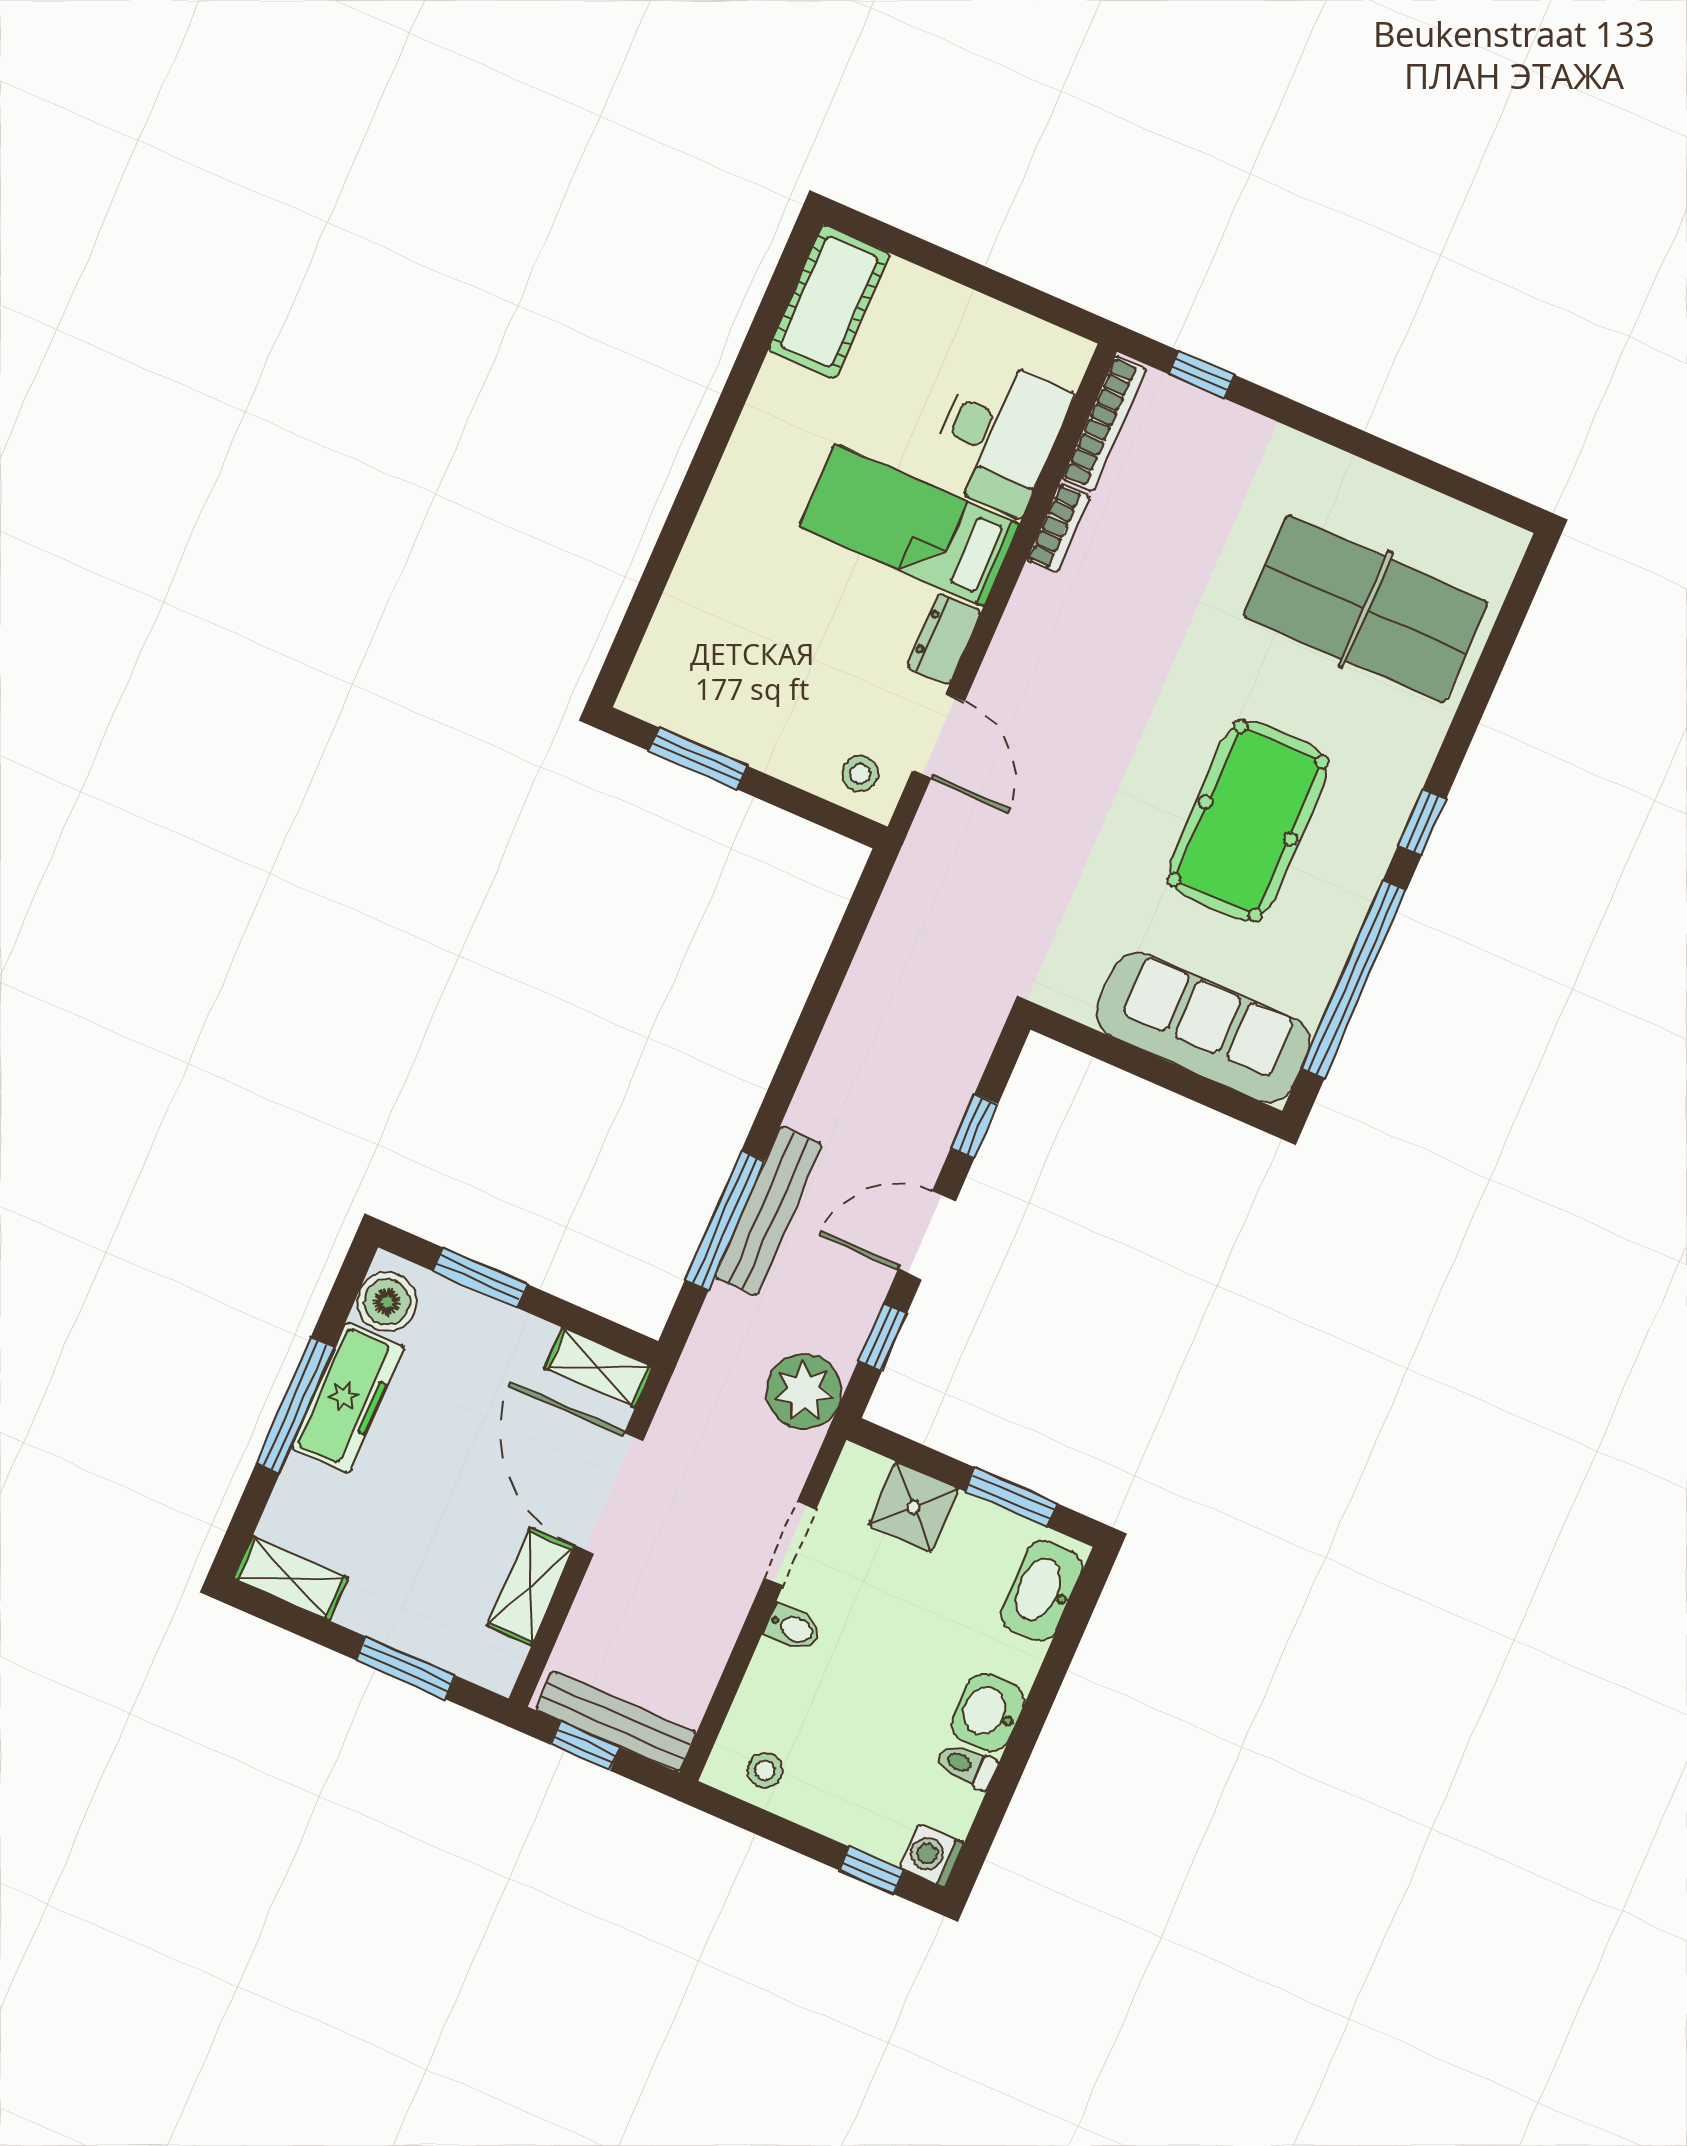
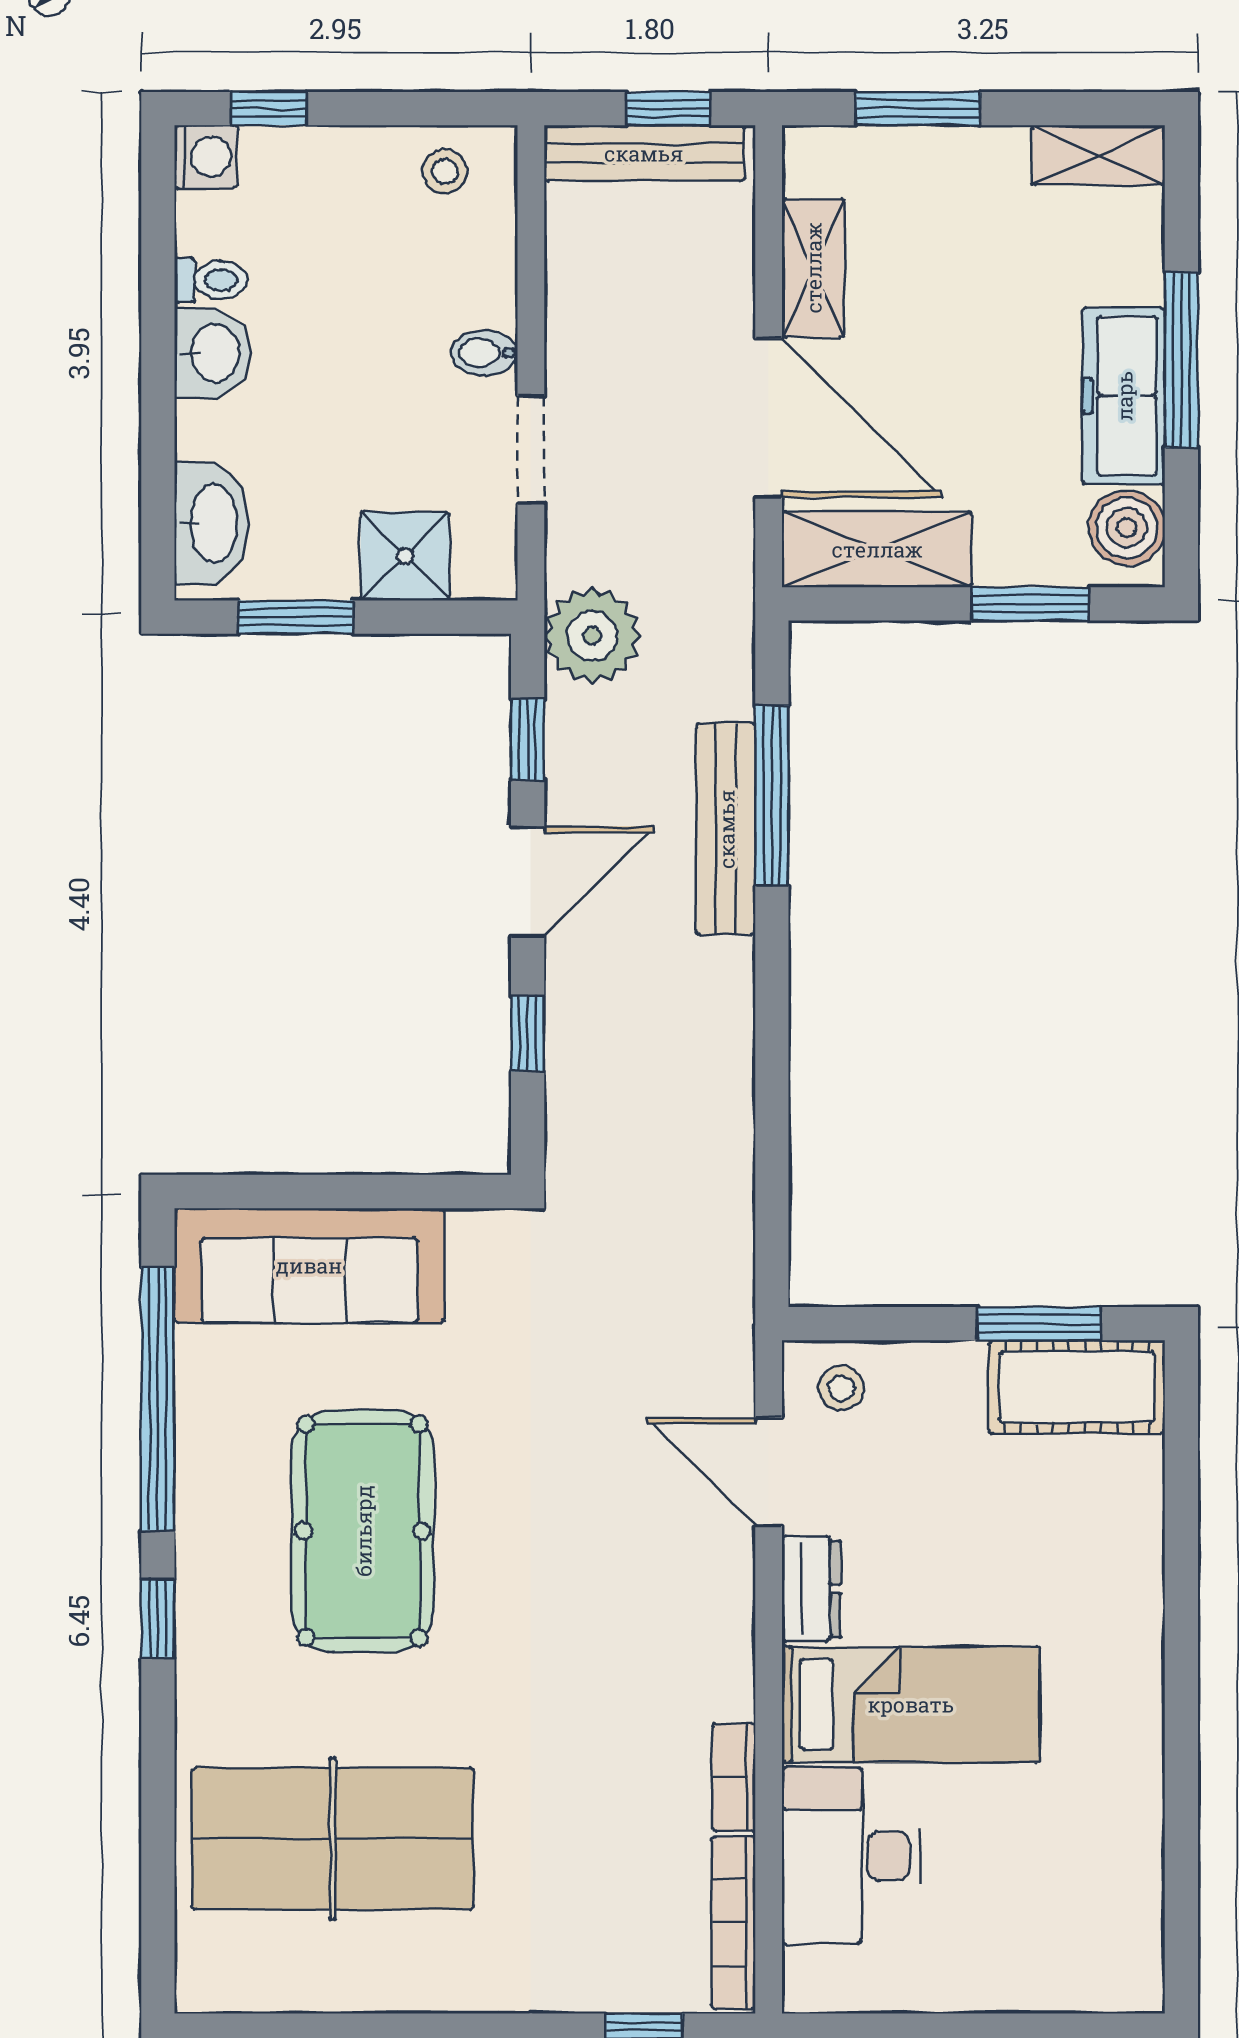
cot: (829, 302) -> (1077, 1387), moved, turned 90
shelving: (598, 1368) -> (877, 549), width x1.50, depth x1.33

